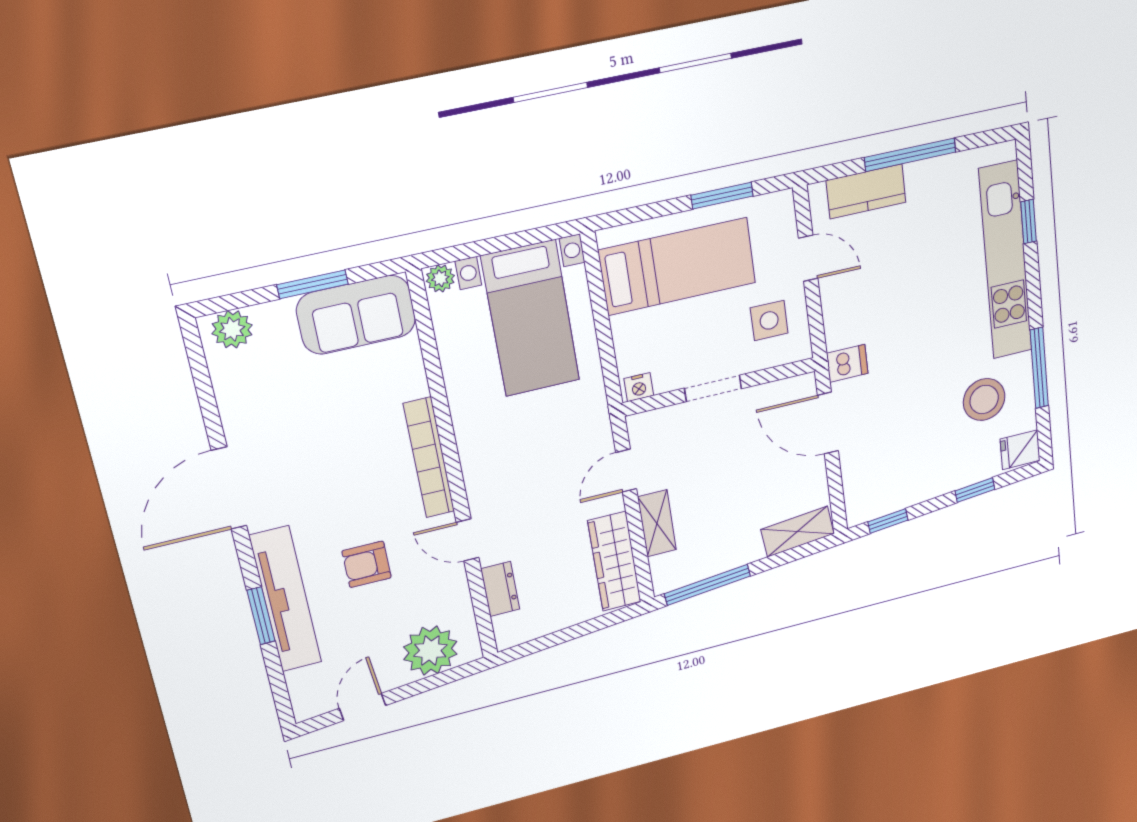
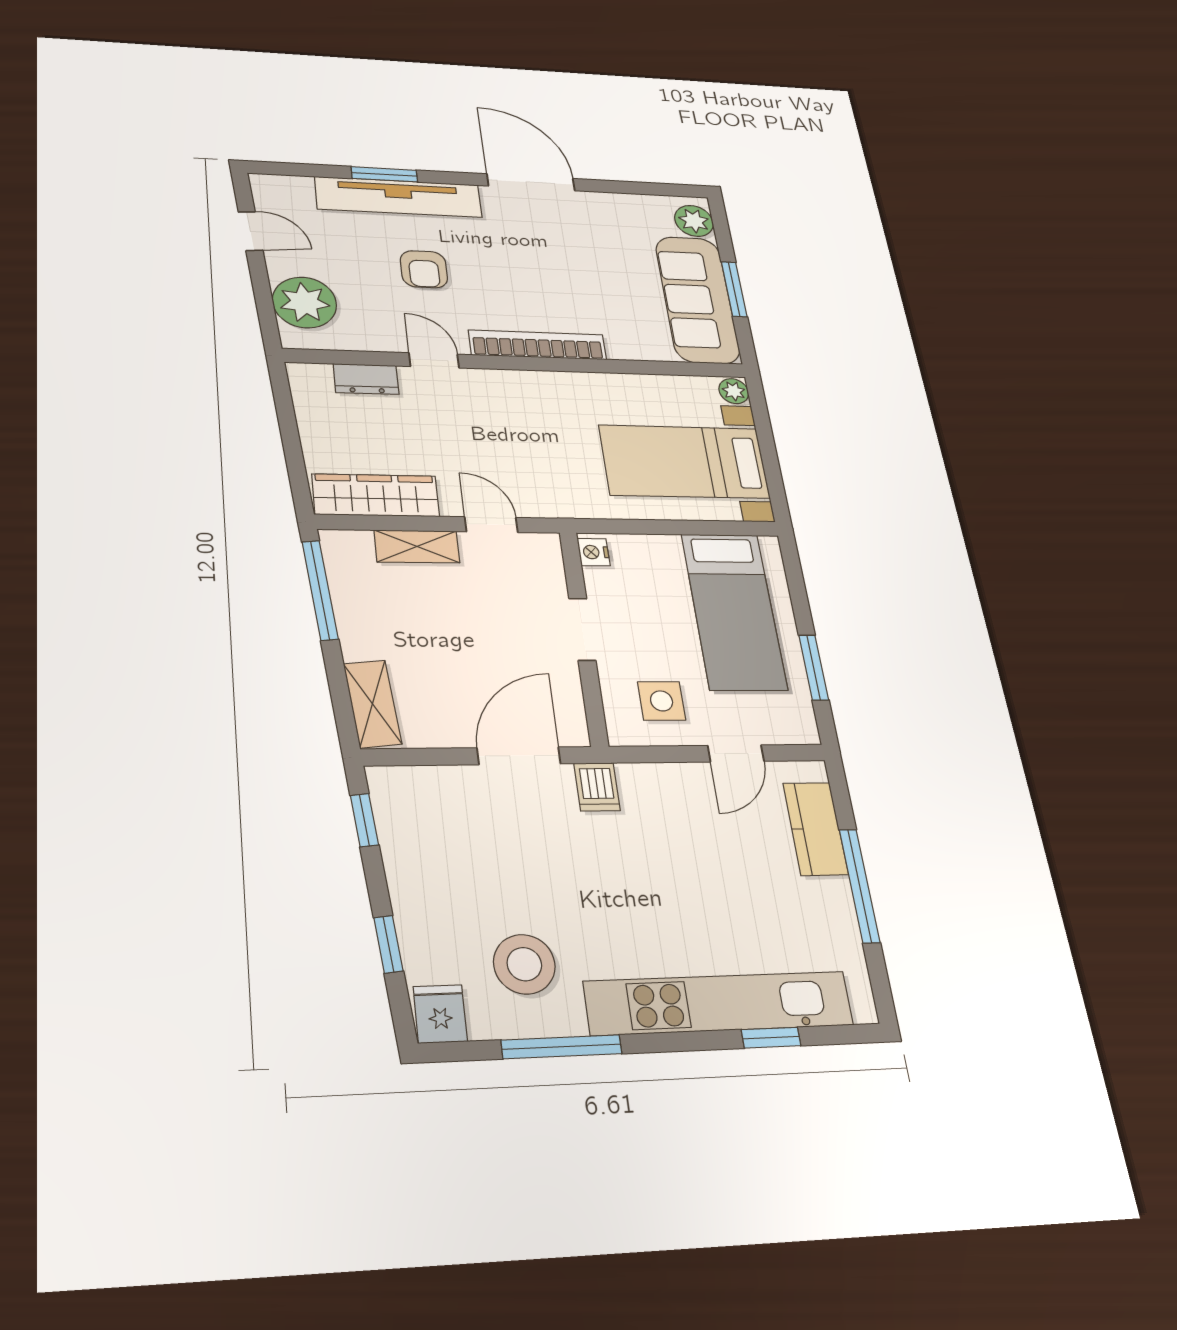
sofa: (356, 315) -> (697, 300), width x1.36
door: (468, 540) -> (434, 360), hinge flipped
armchair: (367, 564) -> (424, 269), turned 180

